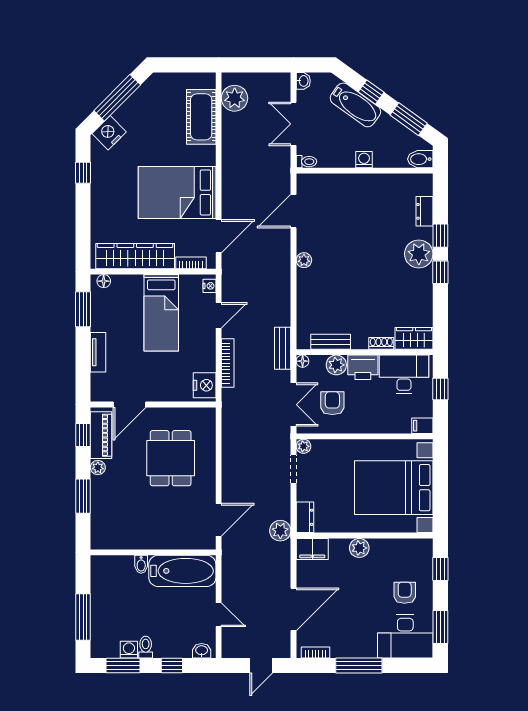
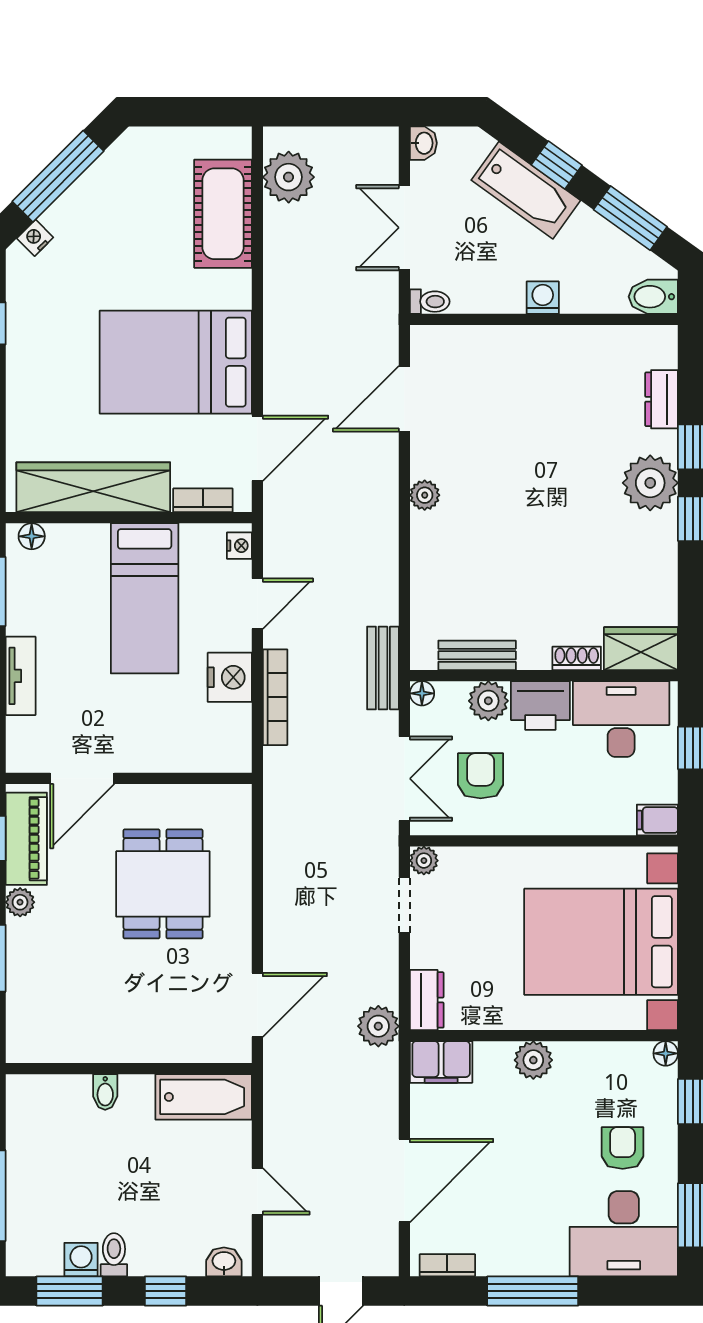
nightstand: (109, 133) -> (35, 238), width x0.53, depth x0.56
nightstand: (205, 385) -> (230, 677), moved
floor lamp: (427, 545) -> (666, 1053), added
bathtub: (182, 571) -> (204, 1097), width x0.73, depth x0.73

